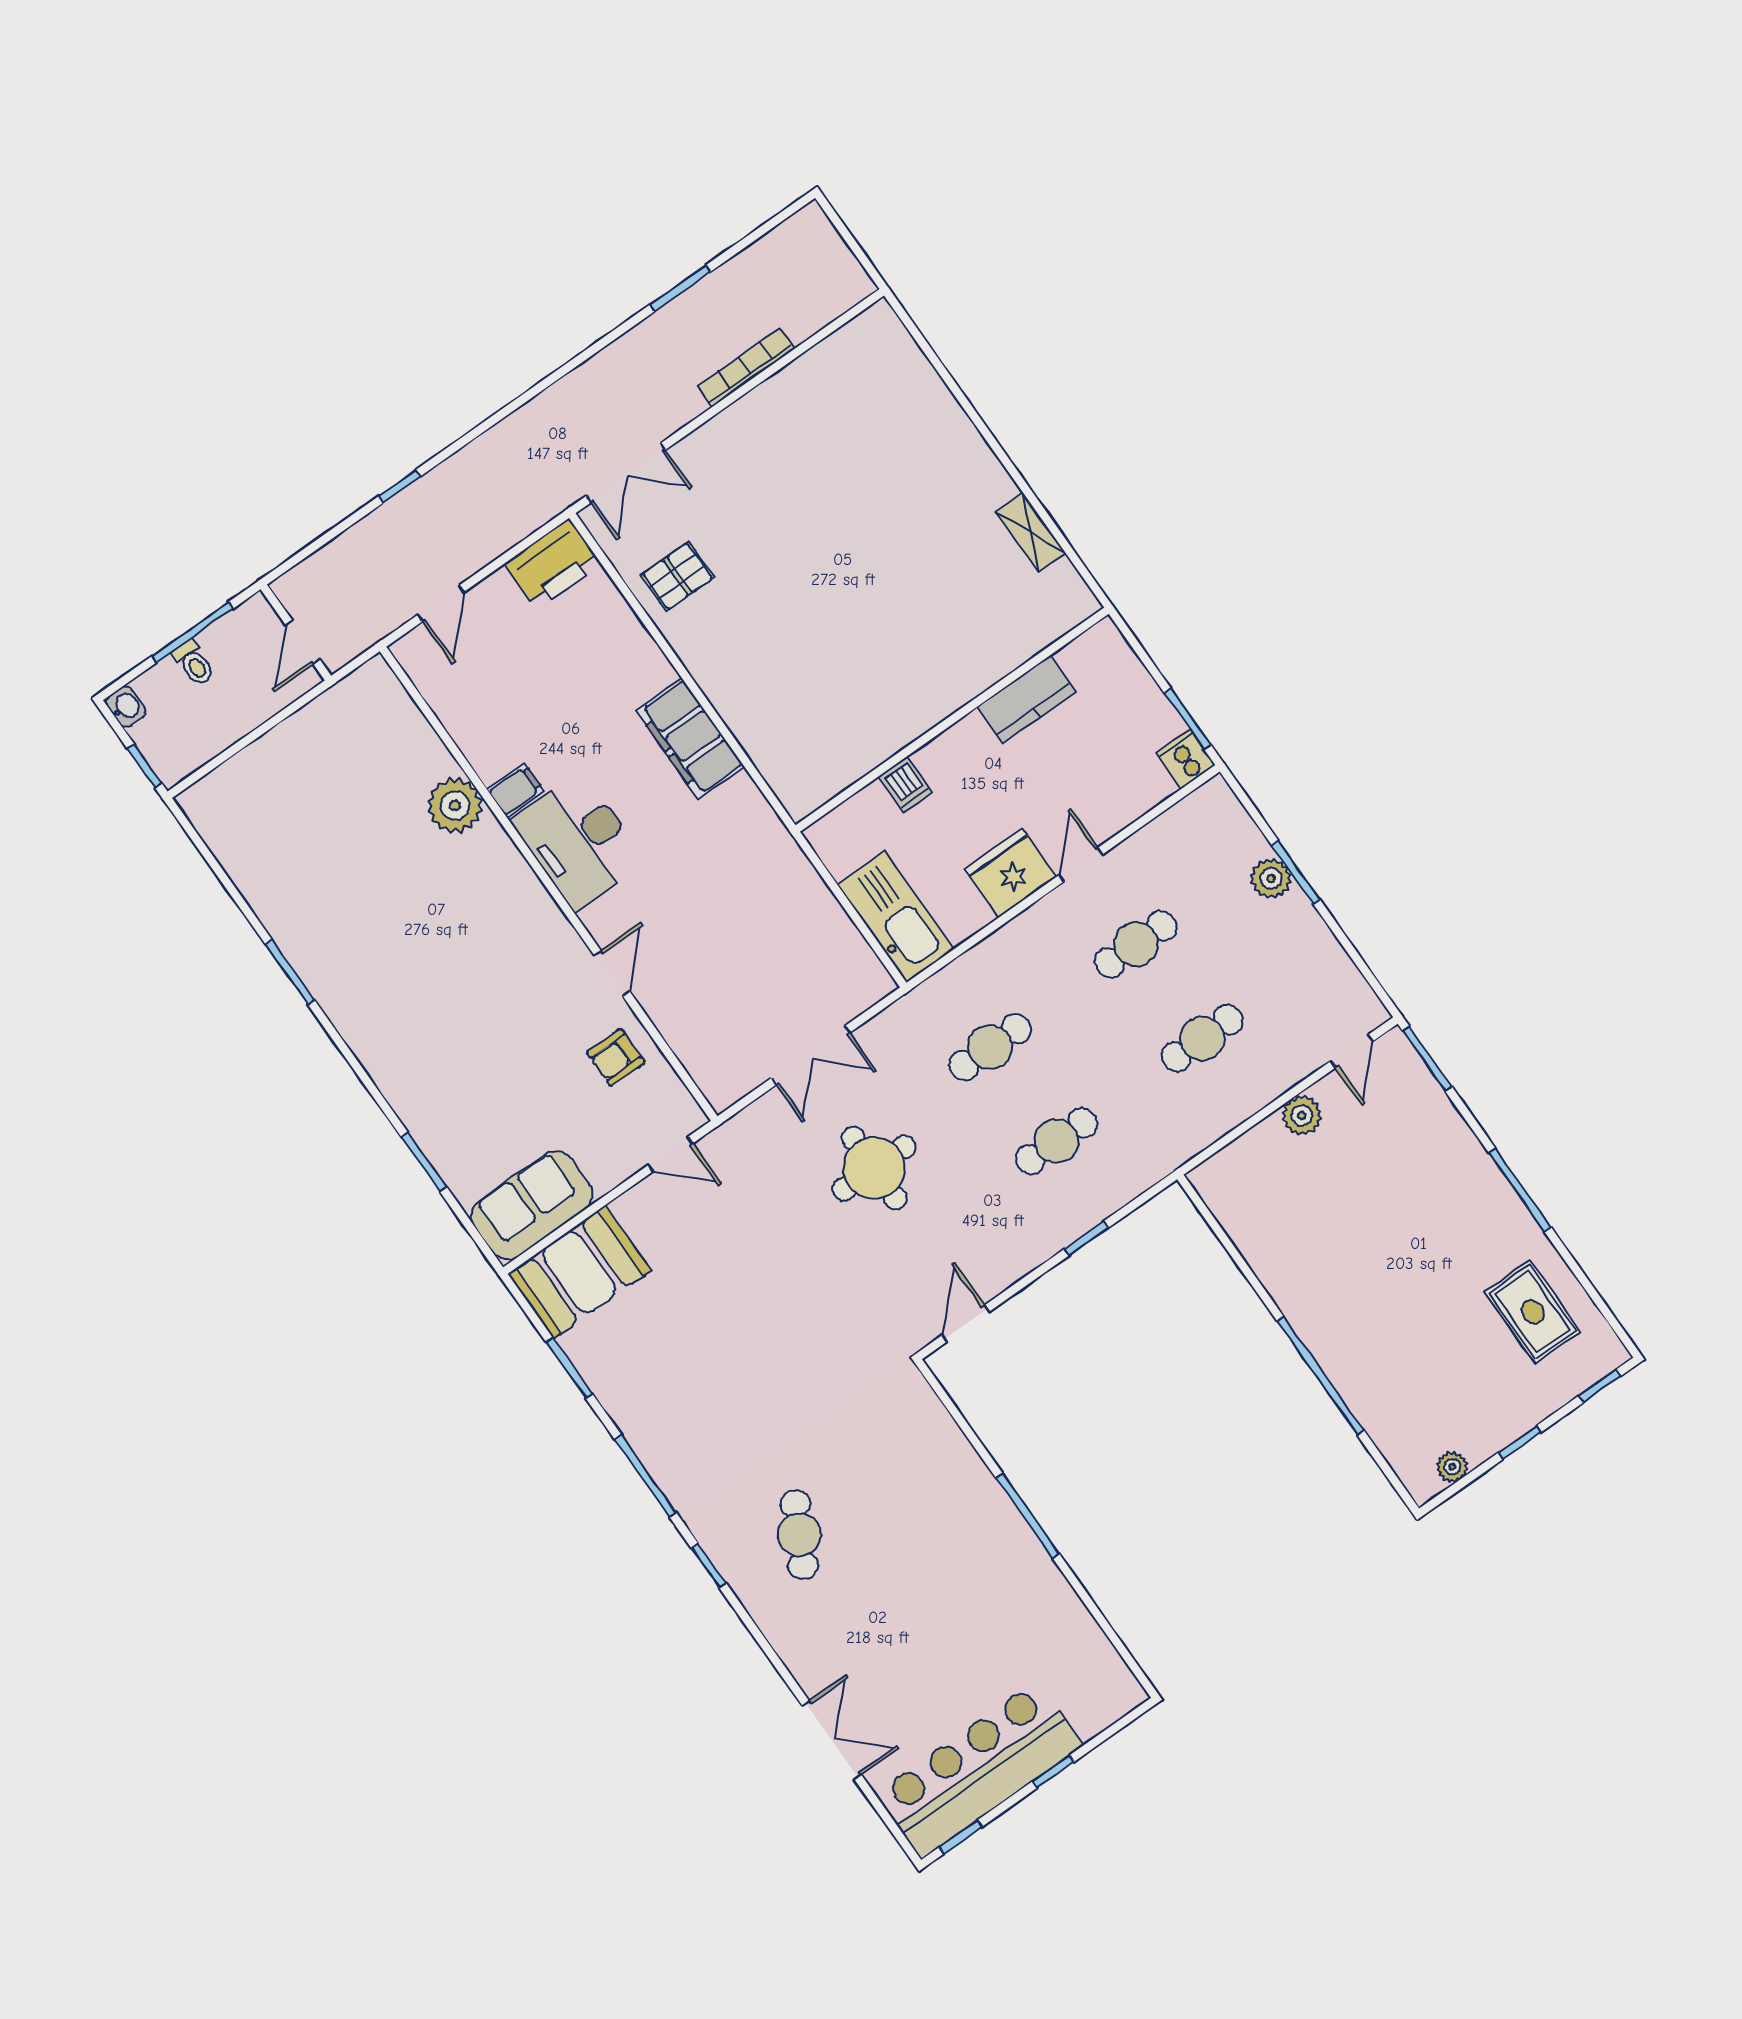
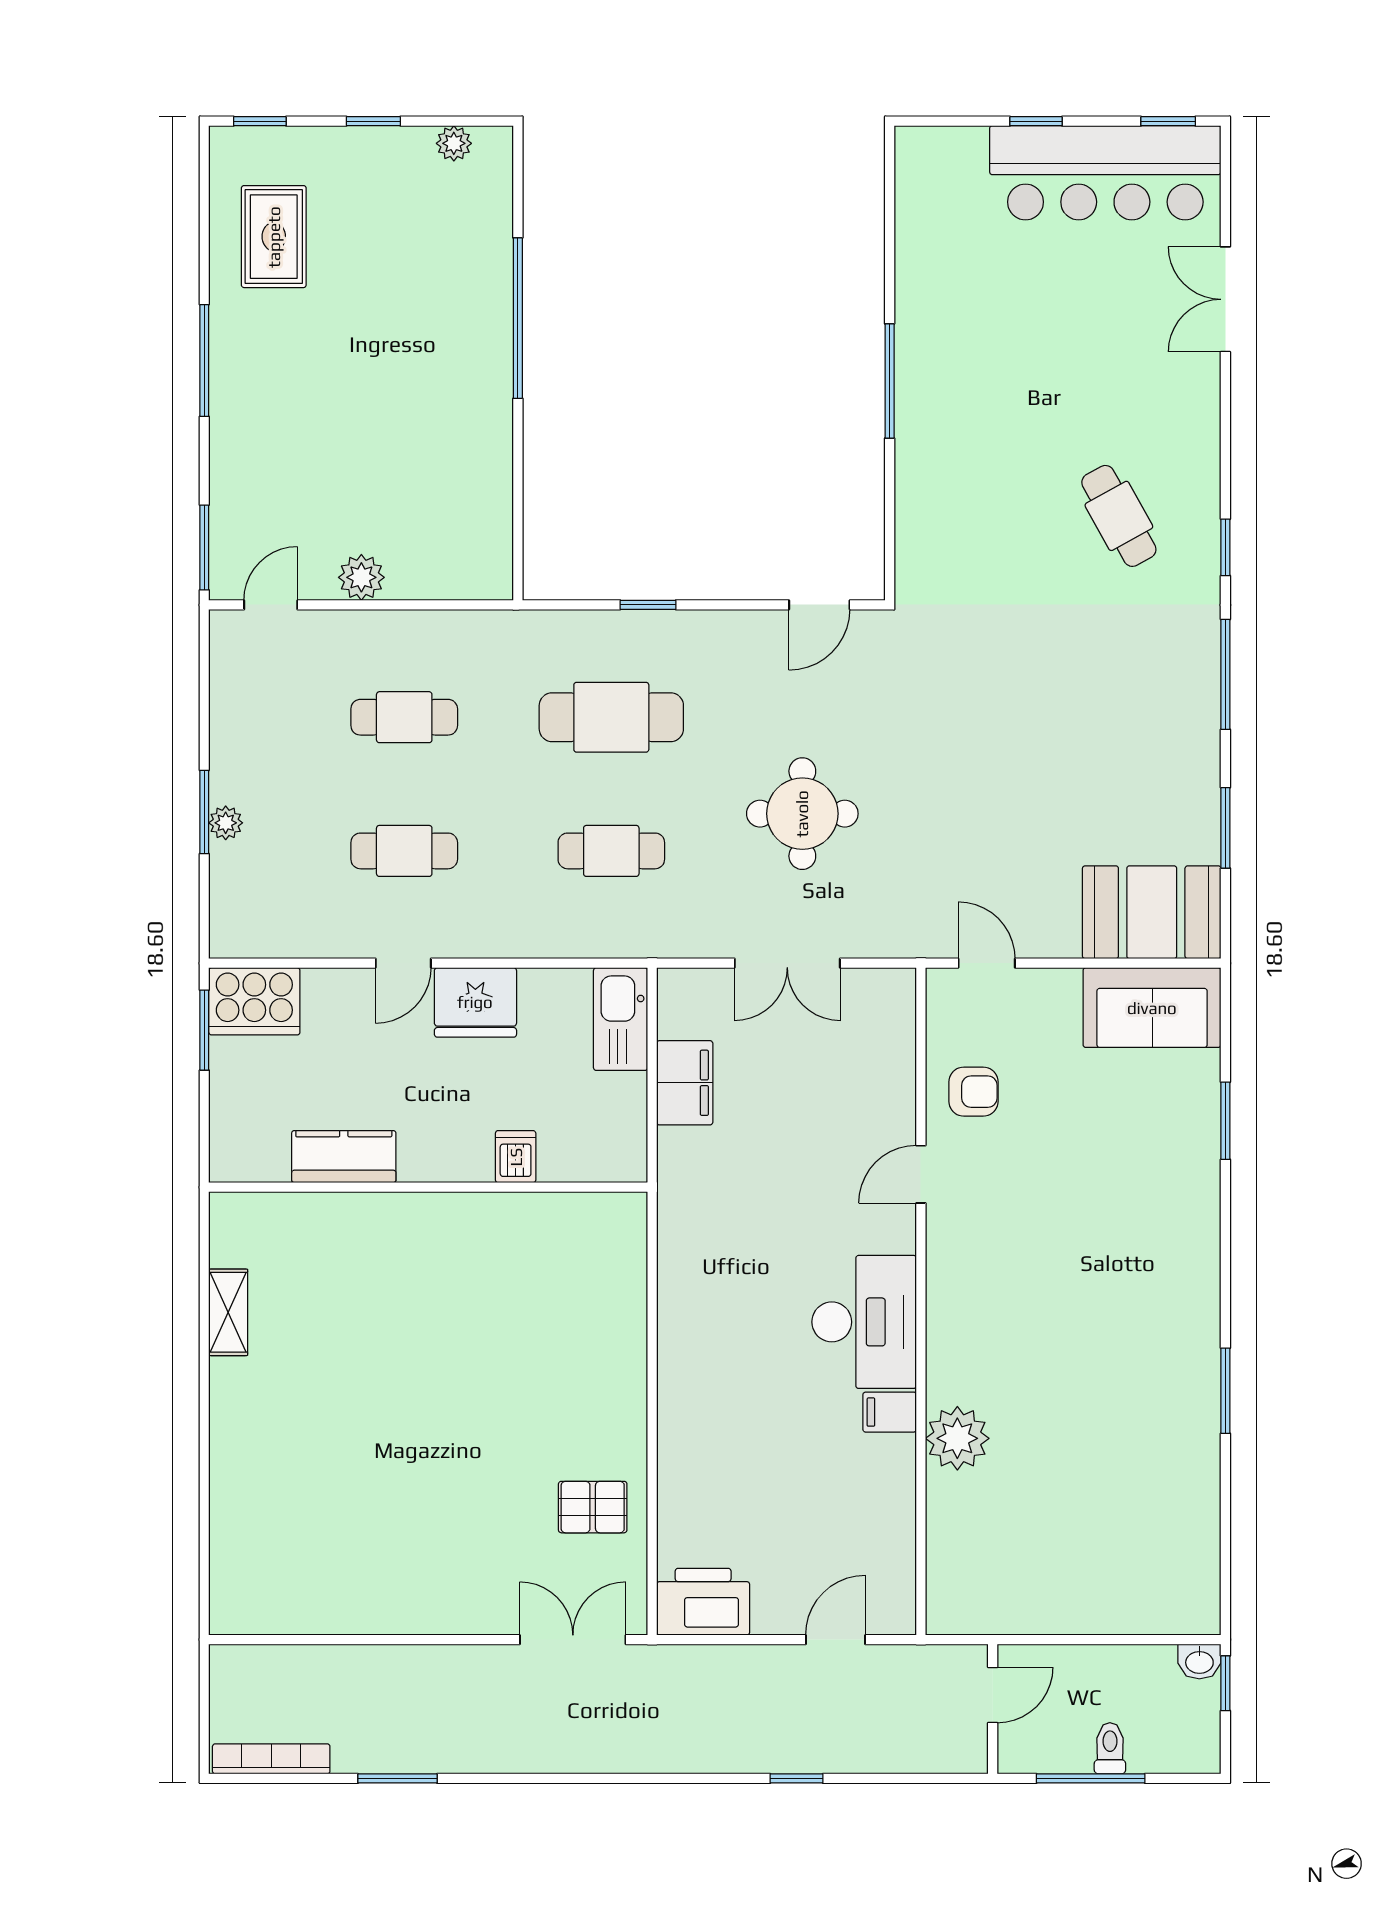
bookcase: (746, 367) -> (271, 1759), moved, turned 180
washbasin: (126, 707) -> (1199, 1661), moved, turned -90
filing cabinet: (690, 738) -> (685, 1083), moved, width x0.67, depth x0.86
cooker: (1186, 759) -> (254, 1001), width x1.87, depth x1.31
plant: (1271, 879) -> (226, 823), width x0.73, depth x0.73
kitchen sink: (895, 917) -> (621, 1019), width x0.73, depth x0.81
double door: (811, 1055) -> (787, 963), swing flipped
cafe table: (1056, 1141) -> (611, 717), width x1.37, depth x1.35
cafe table: (799, 1535) -> (1119, 516), turned -57

